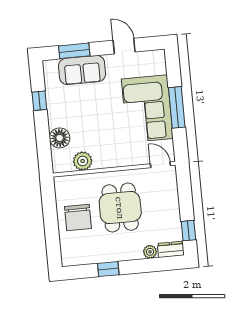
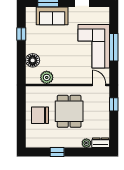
chair: (78, 217) -> (40, 115), turned 90
window: (188, 231) -> (114, 104), moved

